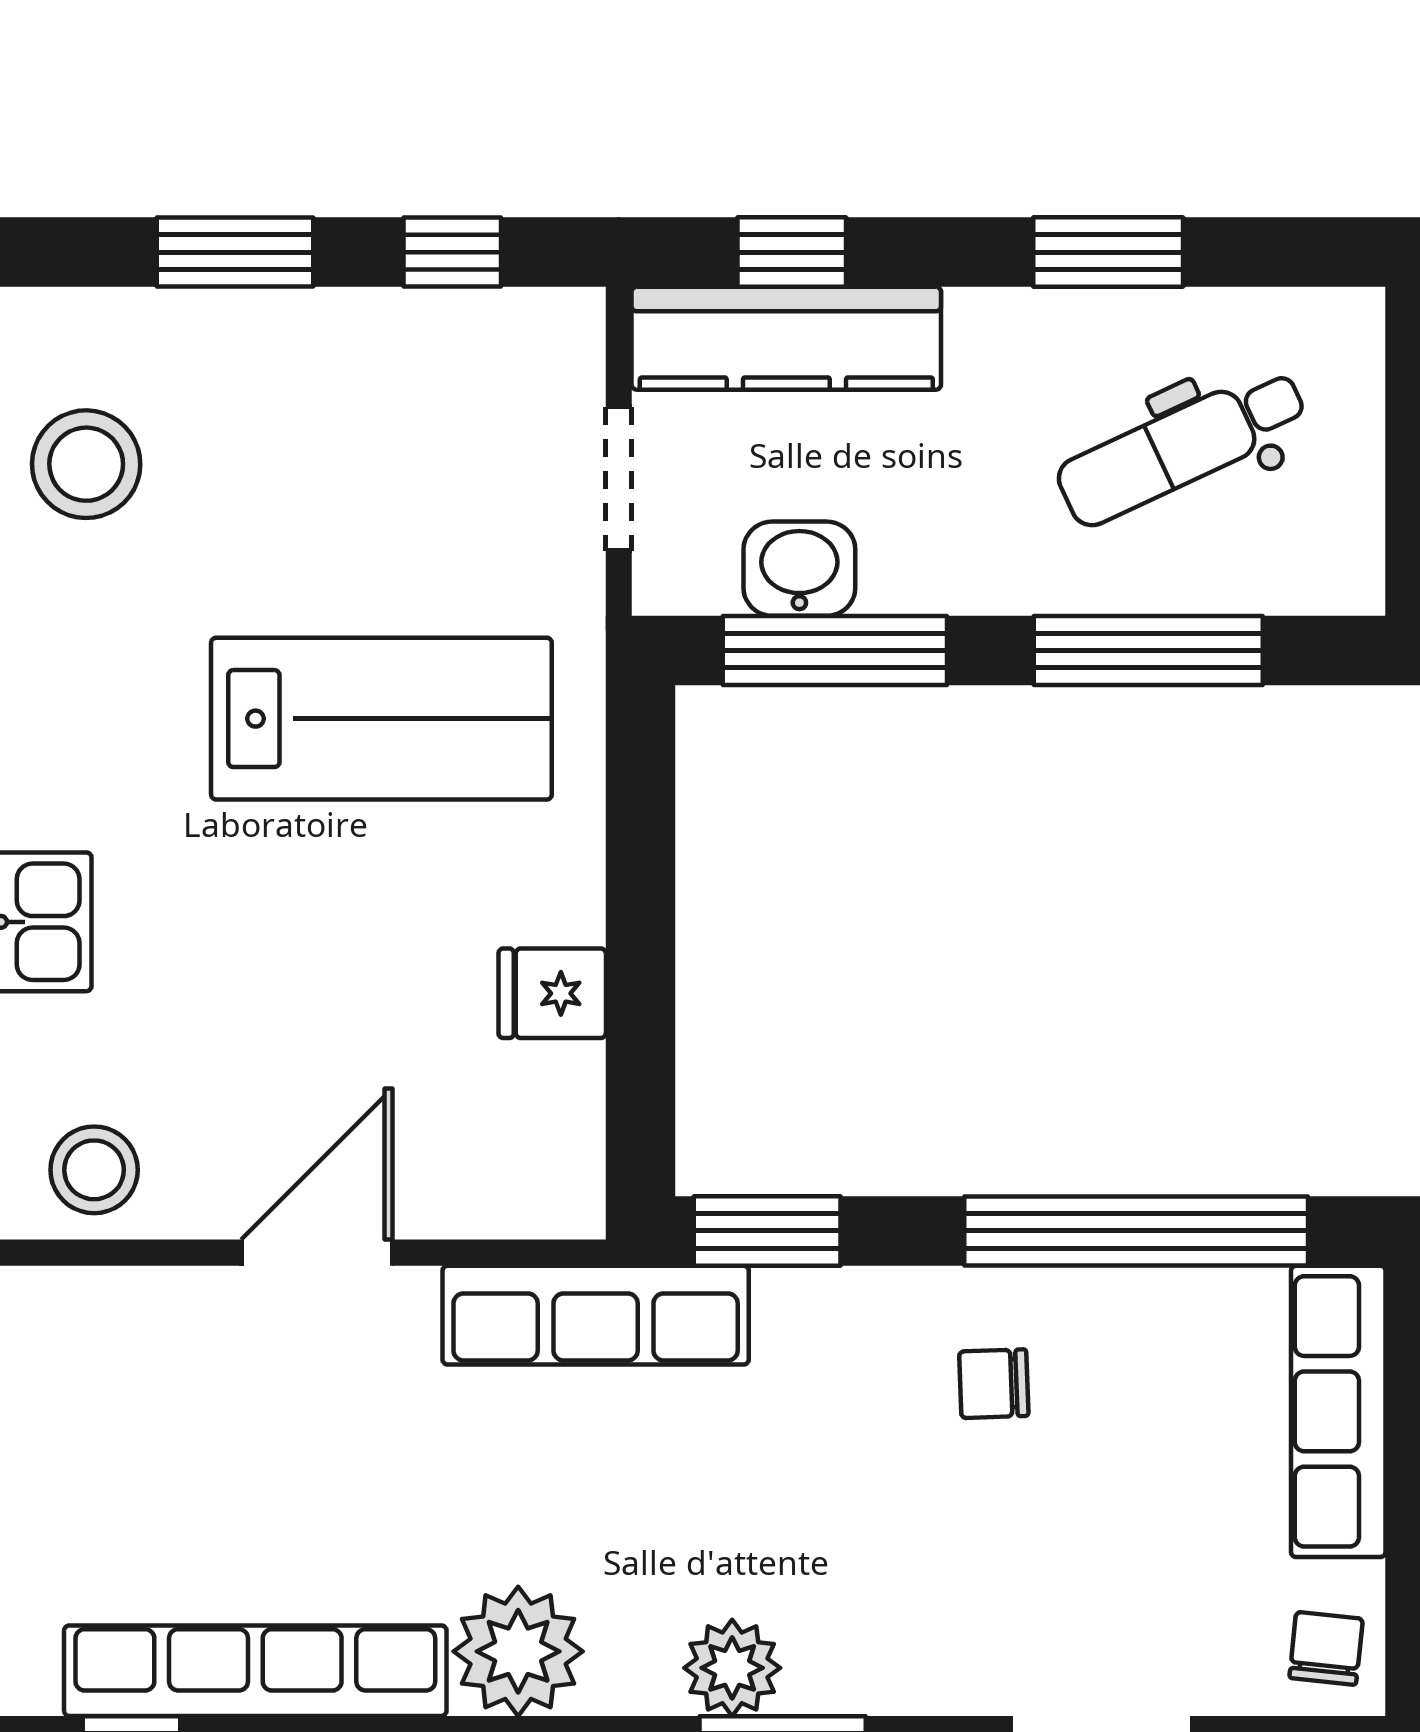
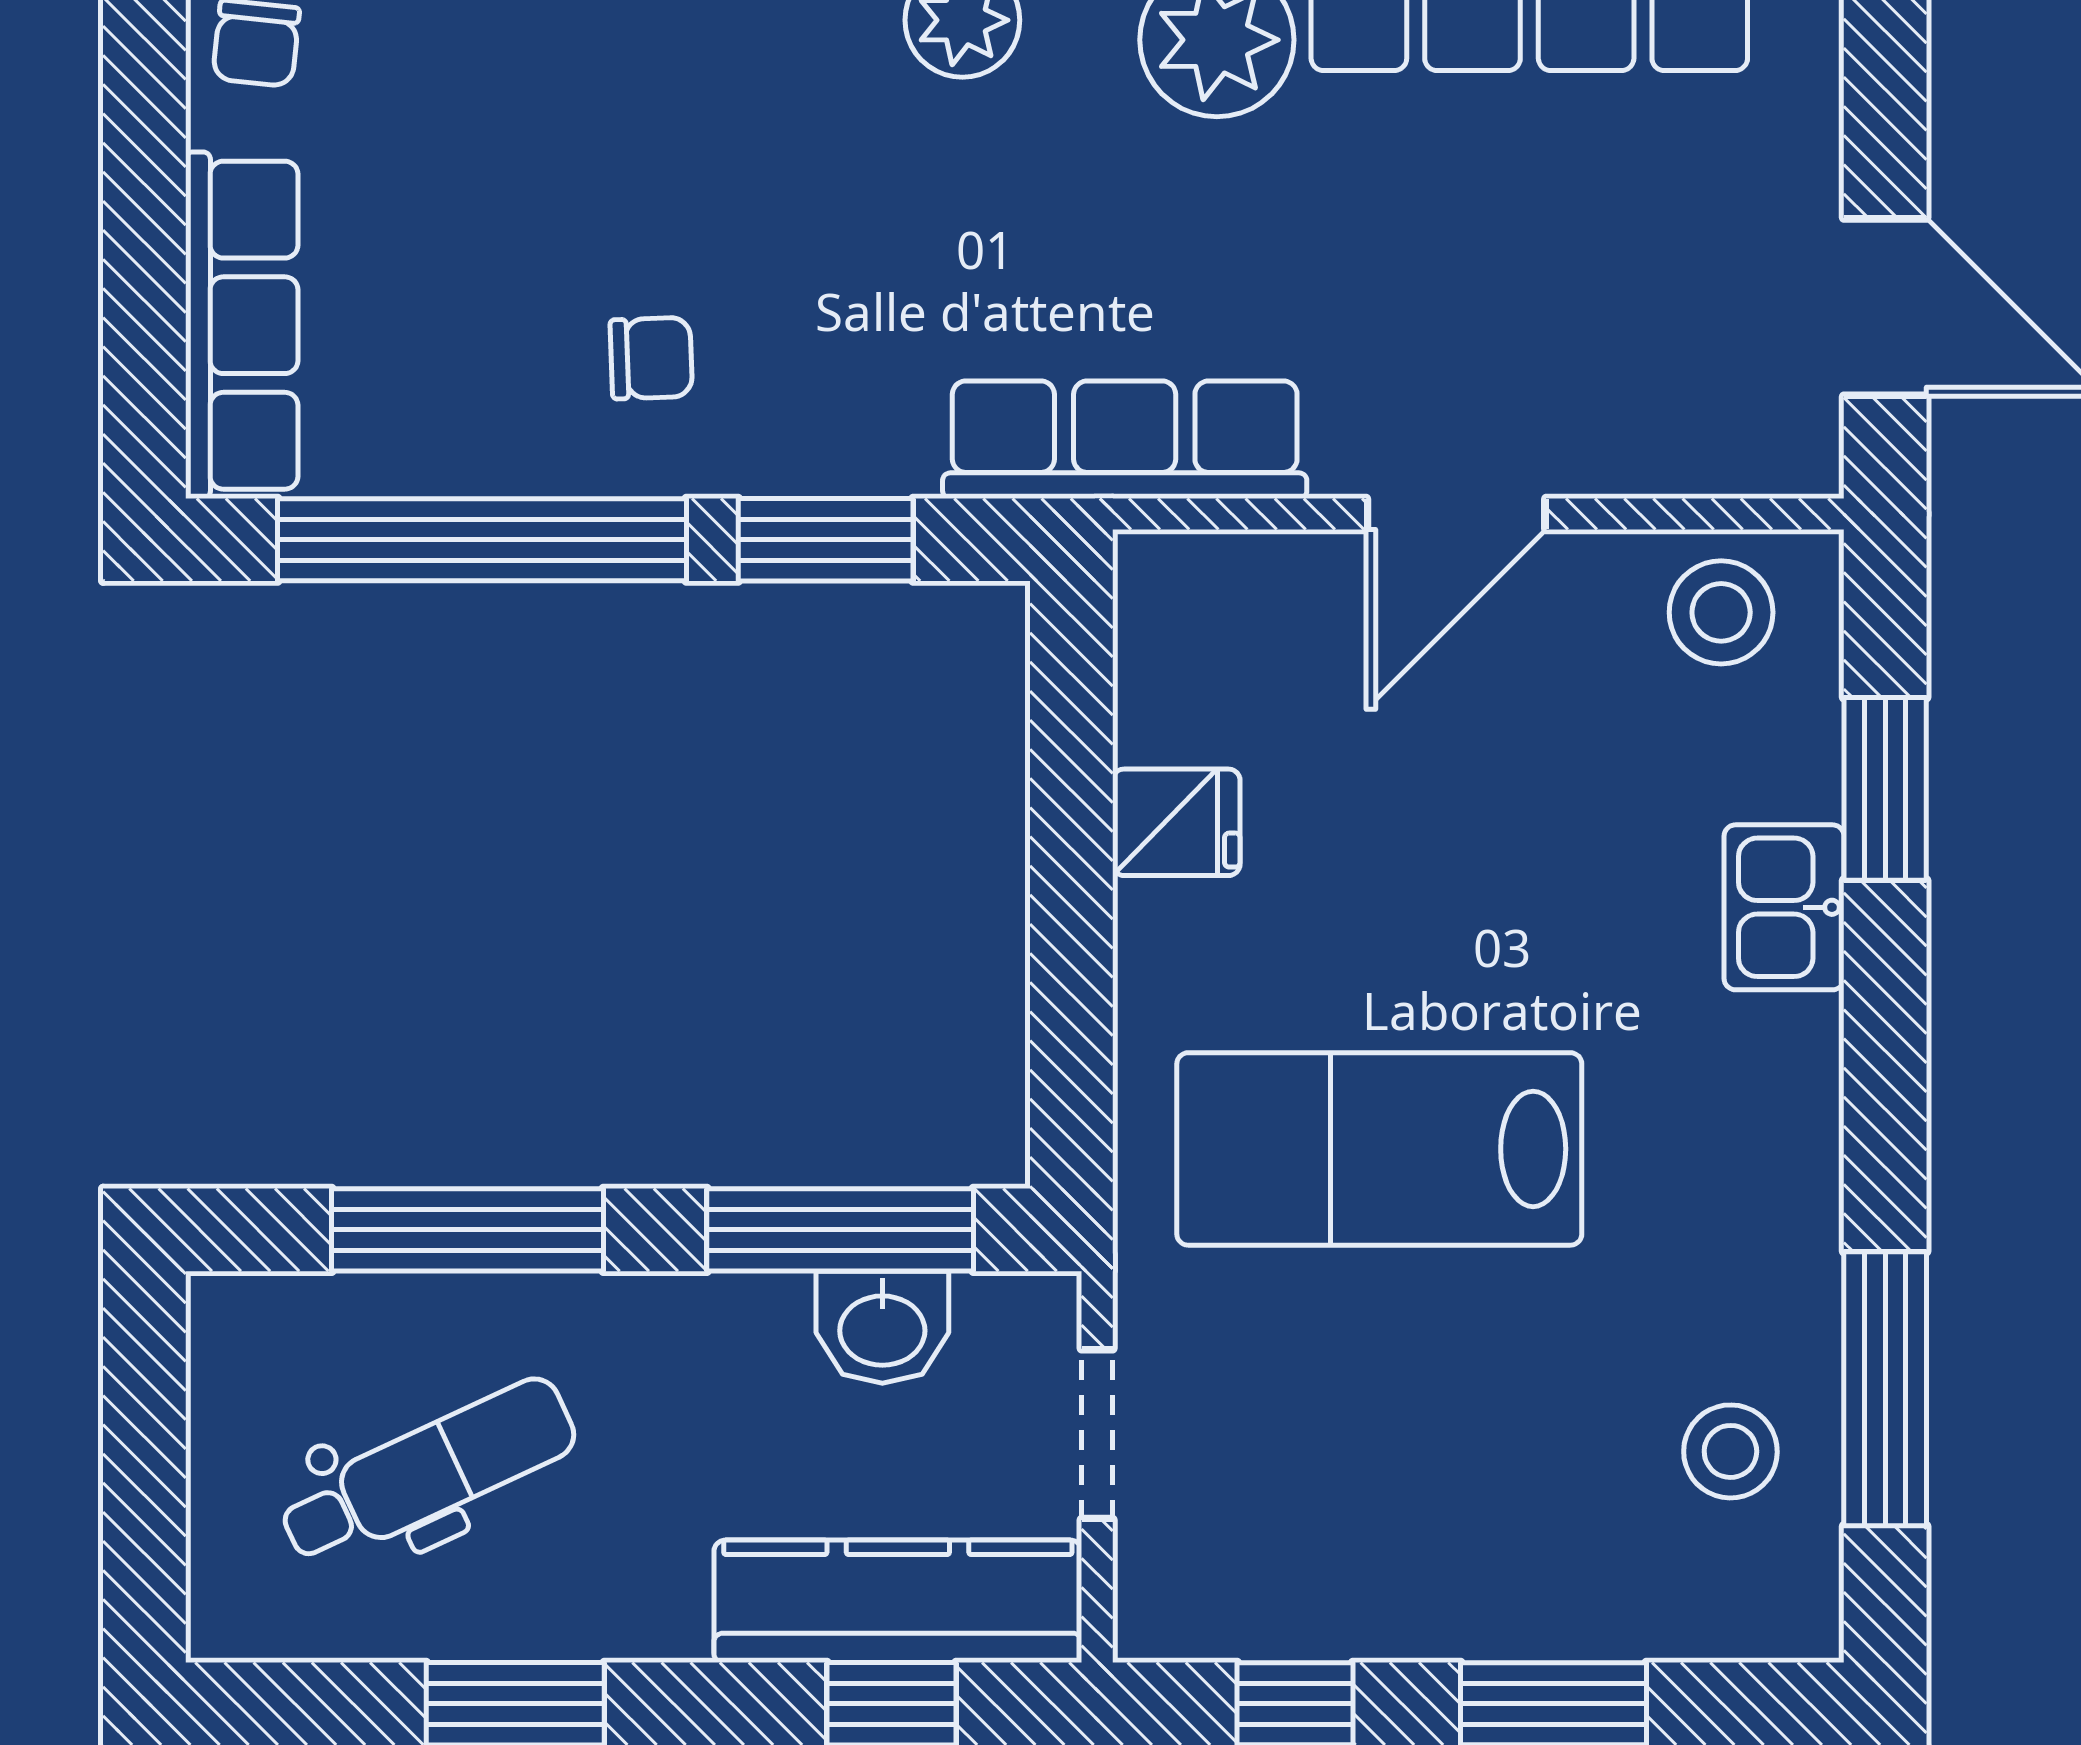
stool: (86, 464) -> (1730, 1451), width x0.73, depth x0.73
window: (767, 1231) -> (826, 540), moved

